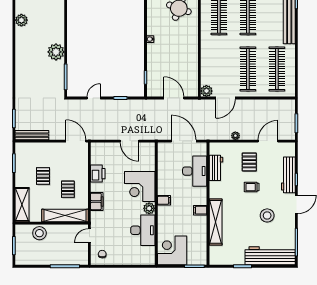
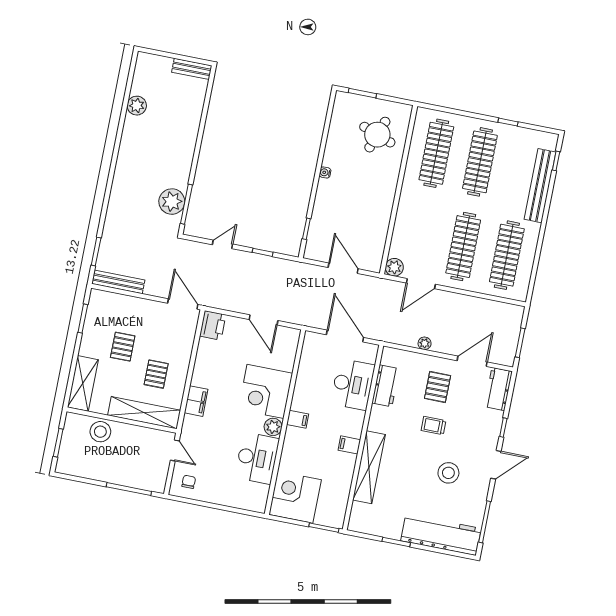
plant: (56, 52) -> (172, 202), moved
printer: (98, 174) -> (213, 325), moved
workbench: (288, 175) -> (498, 389), moved, width x0.73
door: (89, 236) -> (175, 450), swing flipped

